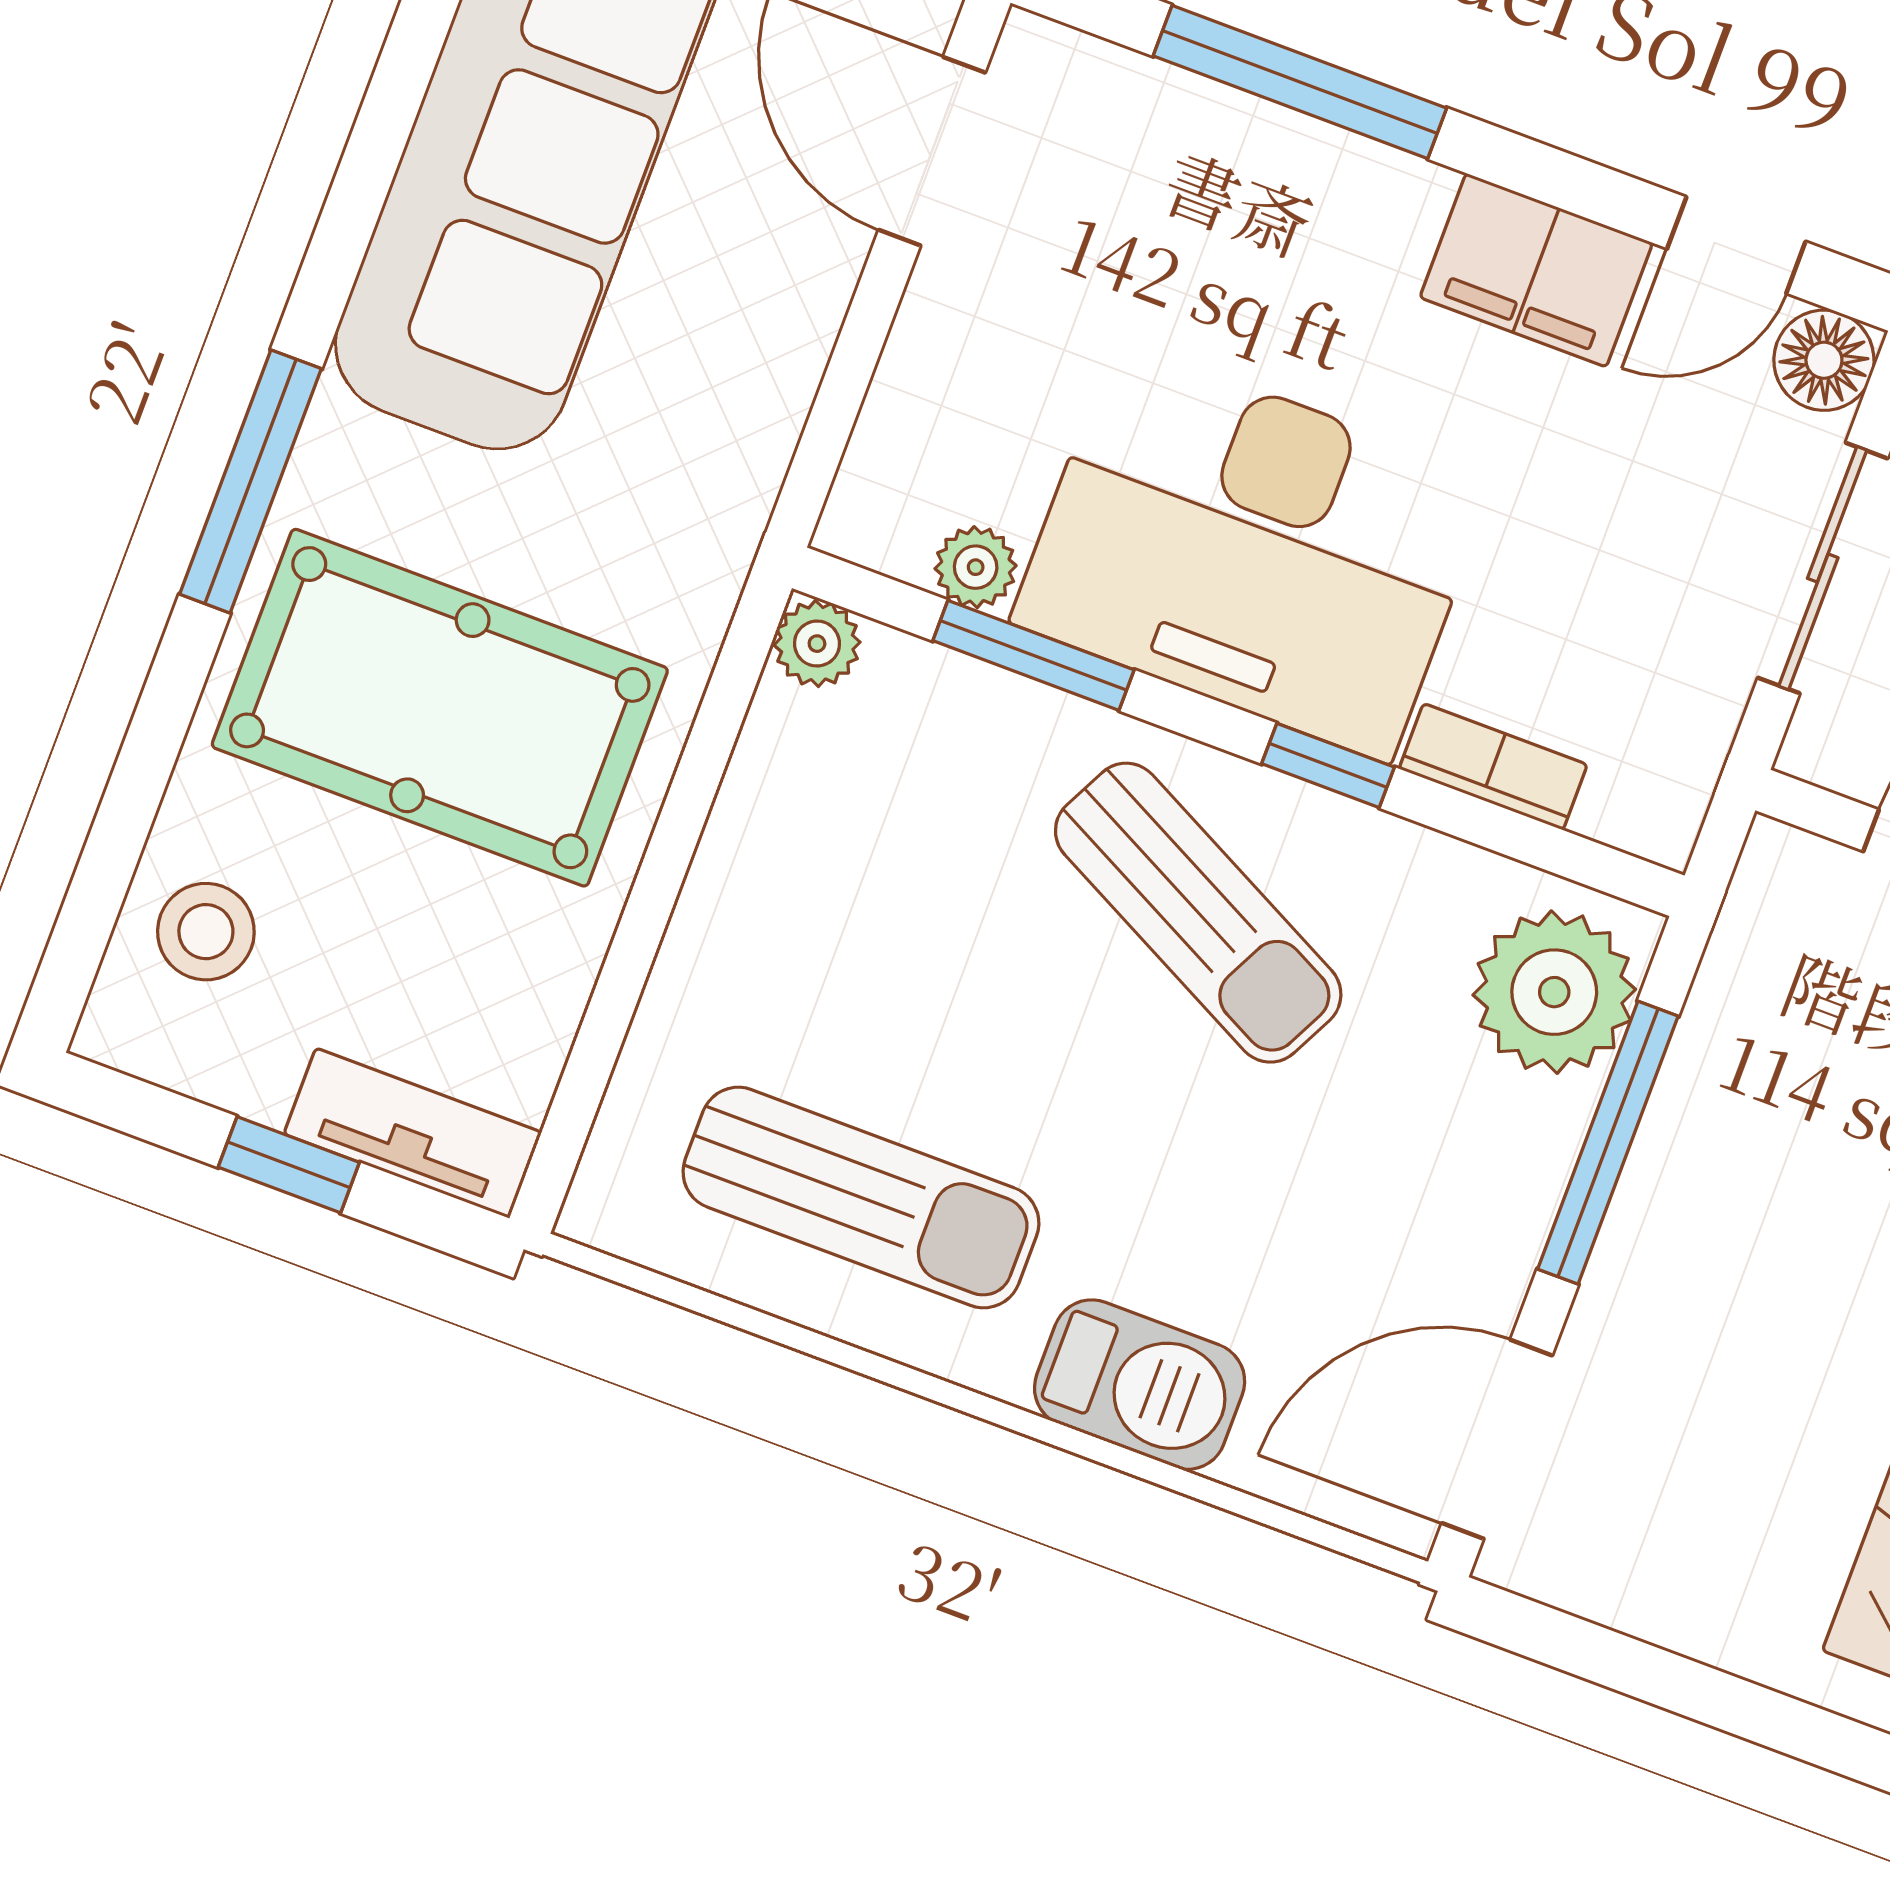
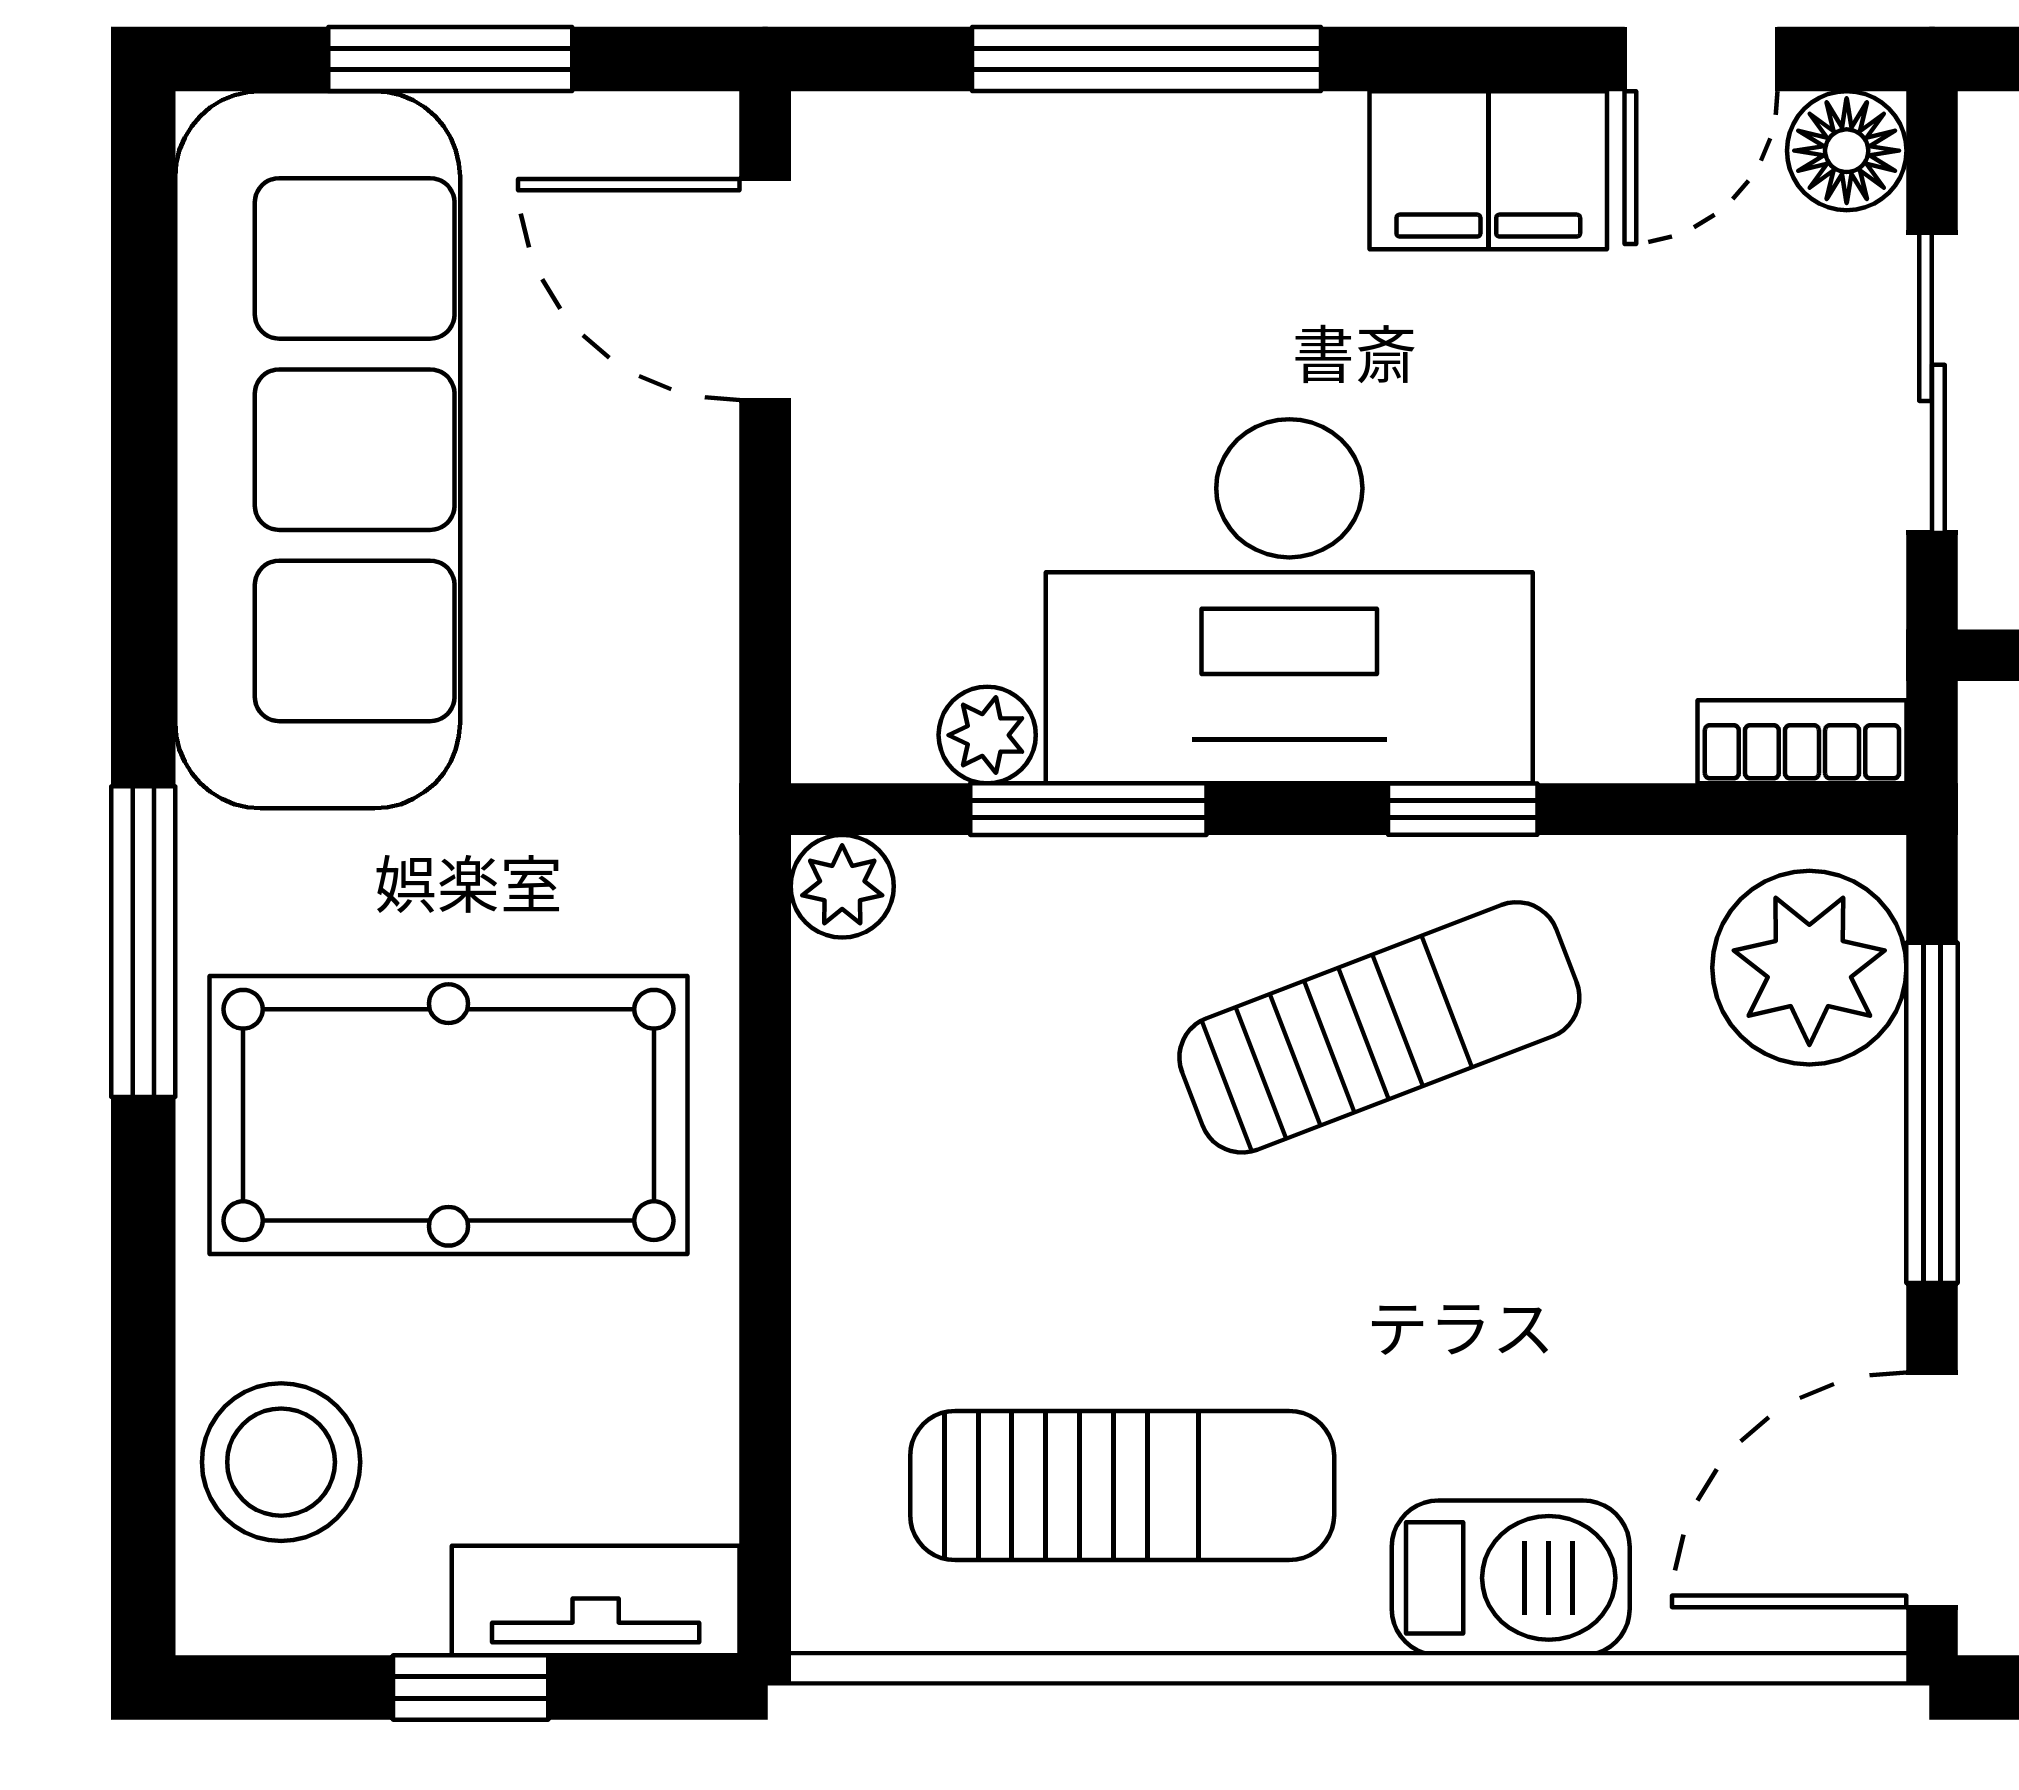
bookcase: (1493, 767) -> (1802, 742), moved
sun lounger: (1198, 913) -> (1379, 1027), turned -48
stool: (206, 932) -> (281, 1462), width x1.38, depth x1.38

